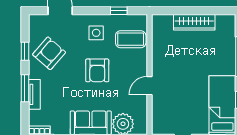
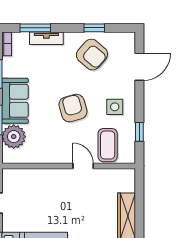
armchair: (97, 70) -> (73, 108), turned 74
door: (150, 86) -> (83, 166), moved
window: (25, 88) -> (35, 28), moved

